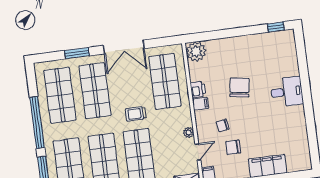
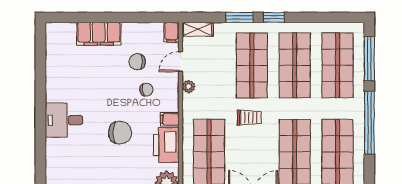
chair: (240, 87) -> (120, 133), turned -99
printer: (198, 89) -> (166, 145), width x1.87, depth x1.48
chair: (233, 147) -> (137, 62), turned 180

